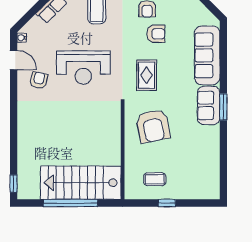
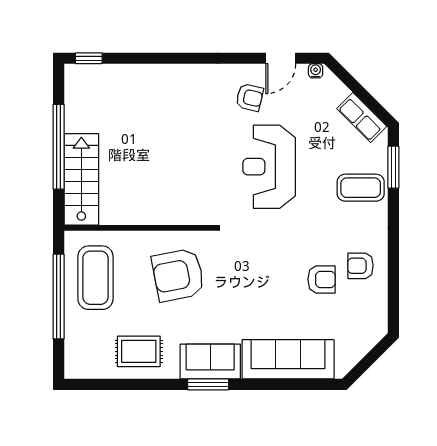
armchair: (156, 34) -> (322, 279), turned -90
rug: (147, 75) -> (139, 351), moved
coffee table: (155, 179) -> (95, 278), width x1.86, depth x1.72
stairs: (81, 183) -> (81, 179), width x0.73, depth x0.66
window: (167, 203) -> (59, 297), width x3.17

